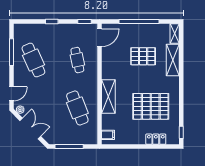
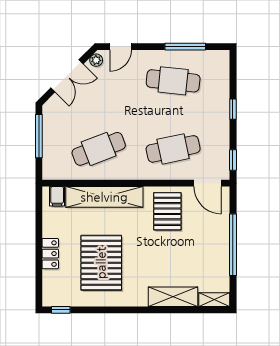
pallet: (143, 56) -> (167, 211), moved
cafe table: (33, 60) -> (173, 81), turned 30
cafe table: (77, 60) -> (173, 149), width x1.37, depth x1.35
door: (11, 94) -> (121, 47), hinge flipped
shelving: (108, 96) -> (104, 197), width x1.47
locker: (156, 139) -> (50, 254), moved

